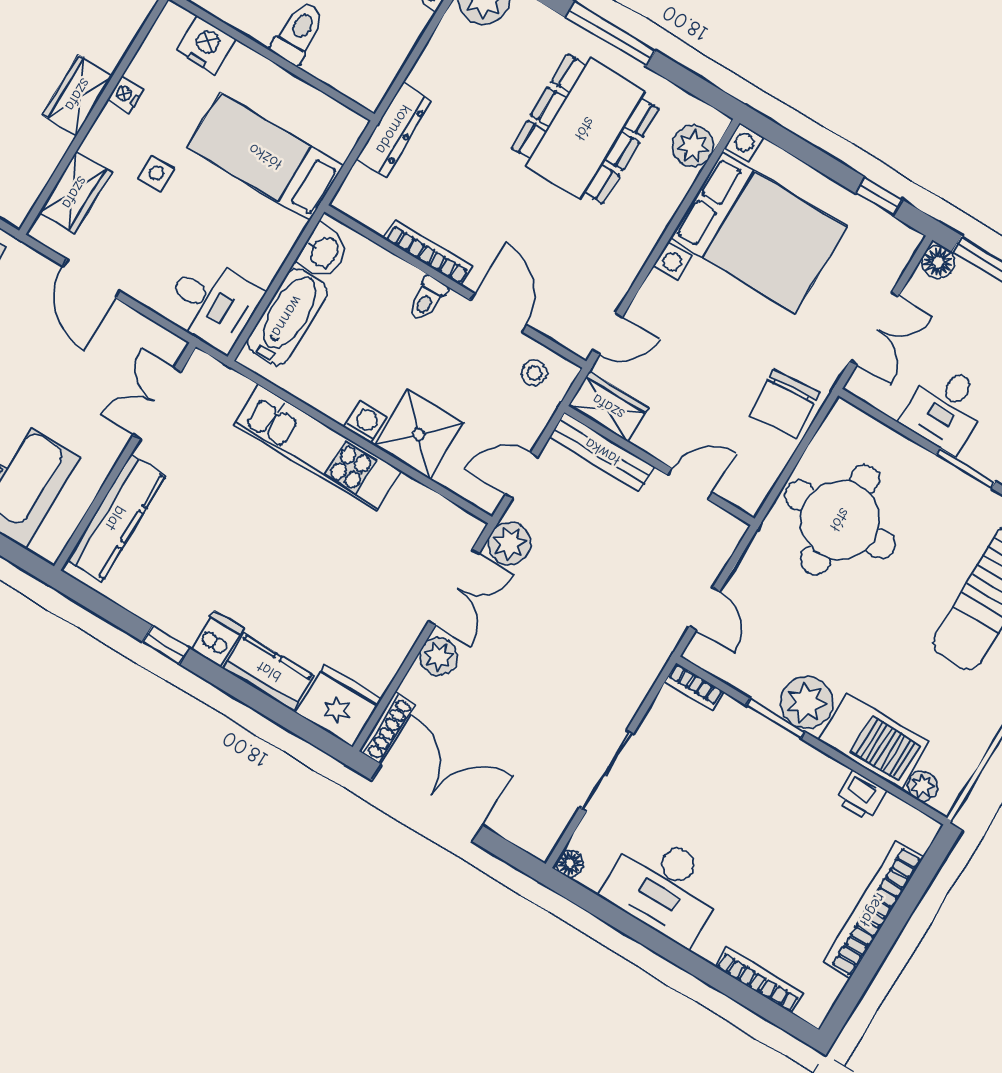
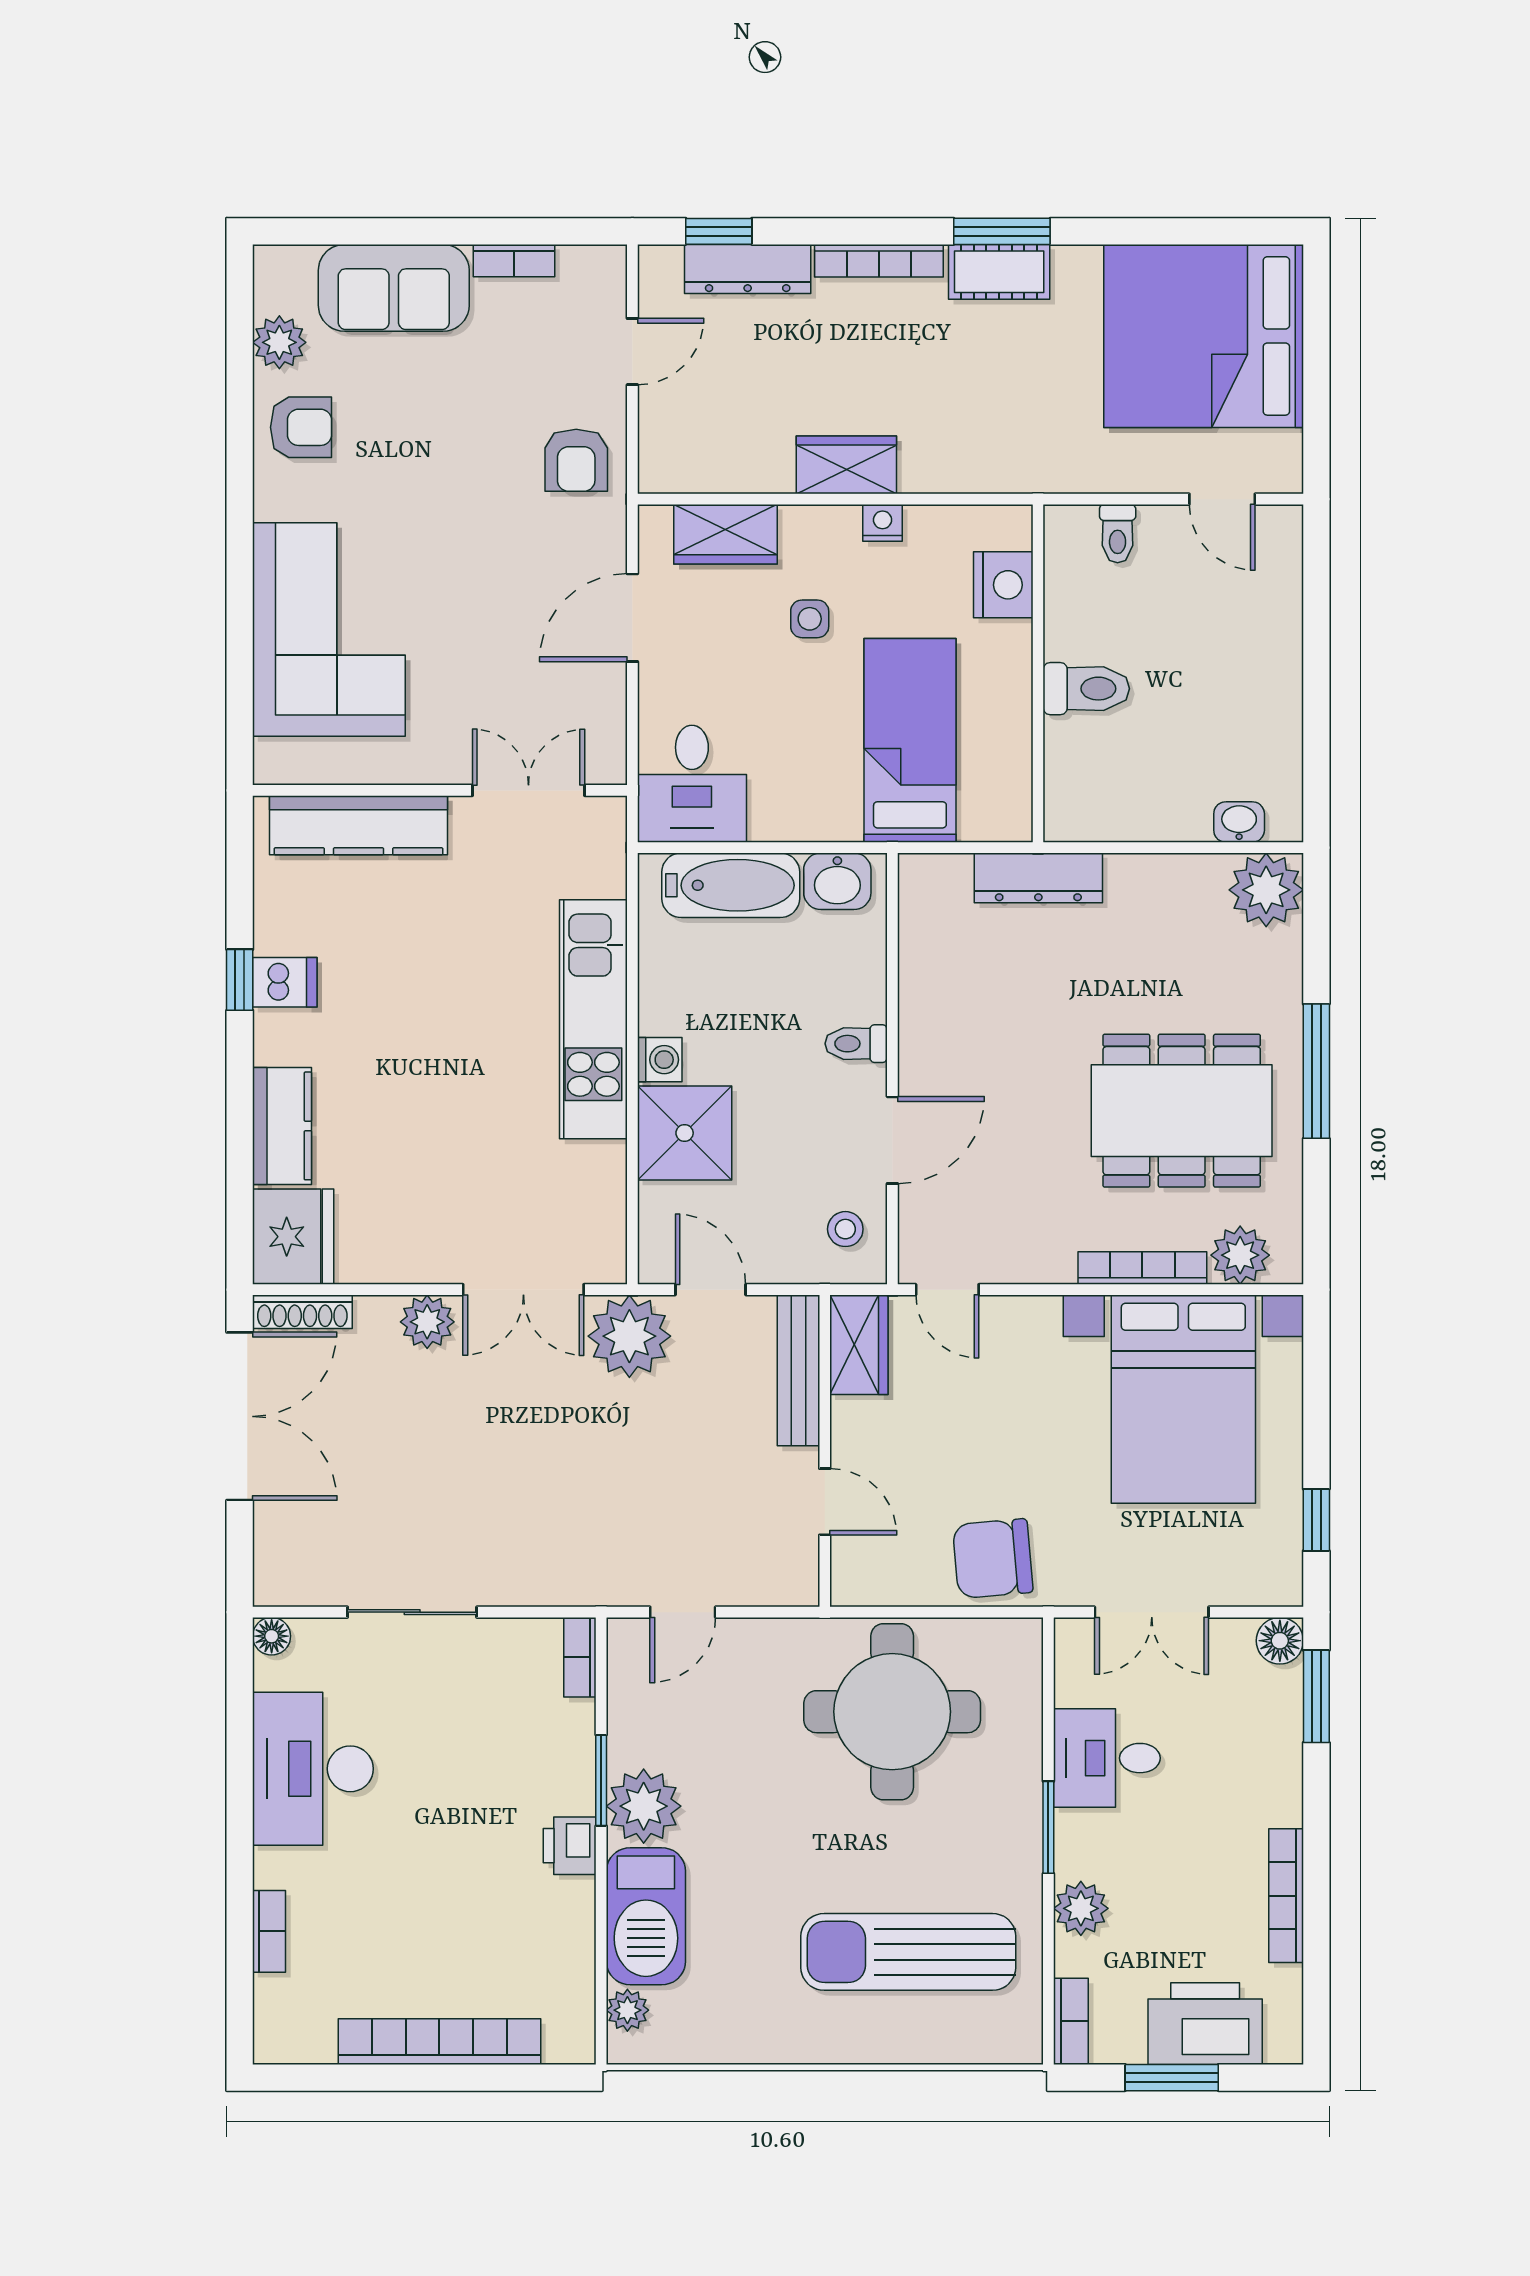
bookcase: (428, 252) -> (1142, 1268), moved, turned -90
plant: (510, 543) -> (629, 1336), width x1.36, depth x1.36
dishwasher: (217, 639) -> (285, 982), moved
printer: (861, 796) -> (570, 1846), moved
bookcase: (759, 980) -> (269, 1931), width x0.64

